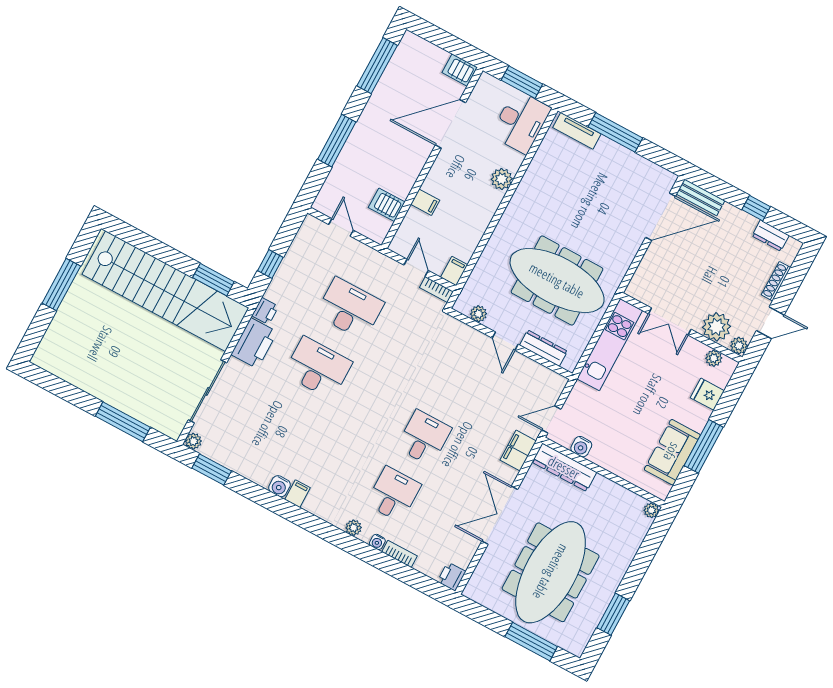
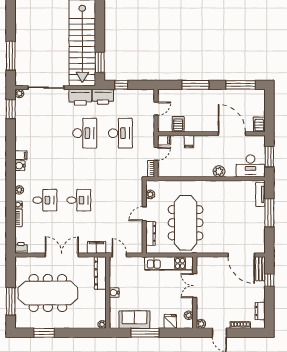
window: (756, 208) -> (269, 280), moved
filing cabinet: (454, 271) -> (164, 140), moved
printer: (265, 311) -> (103, 97), width x1.87, depth x1.48
plant: (716, 327) -> (204, 309), removed
water cooler: (581, 447) -> (114, 293), moved
water cooler: (279, 486) -> (20, 166), moved

